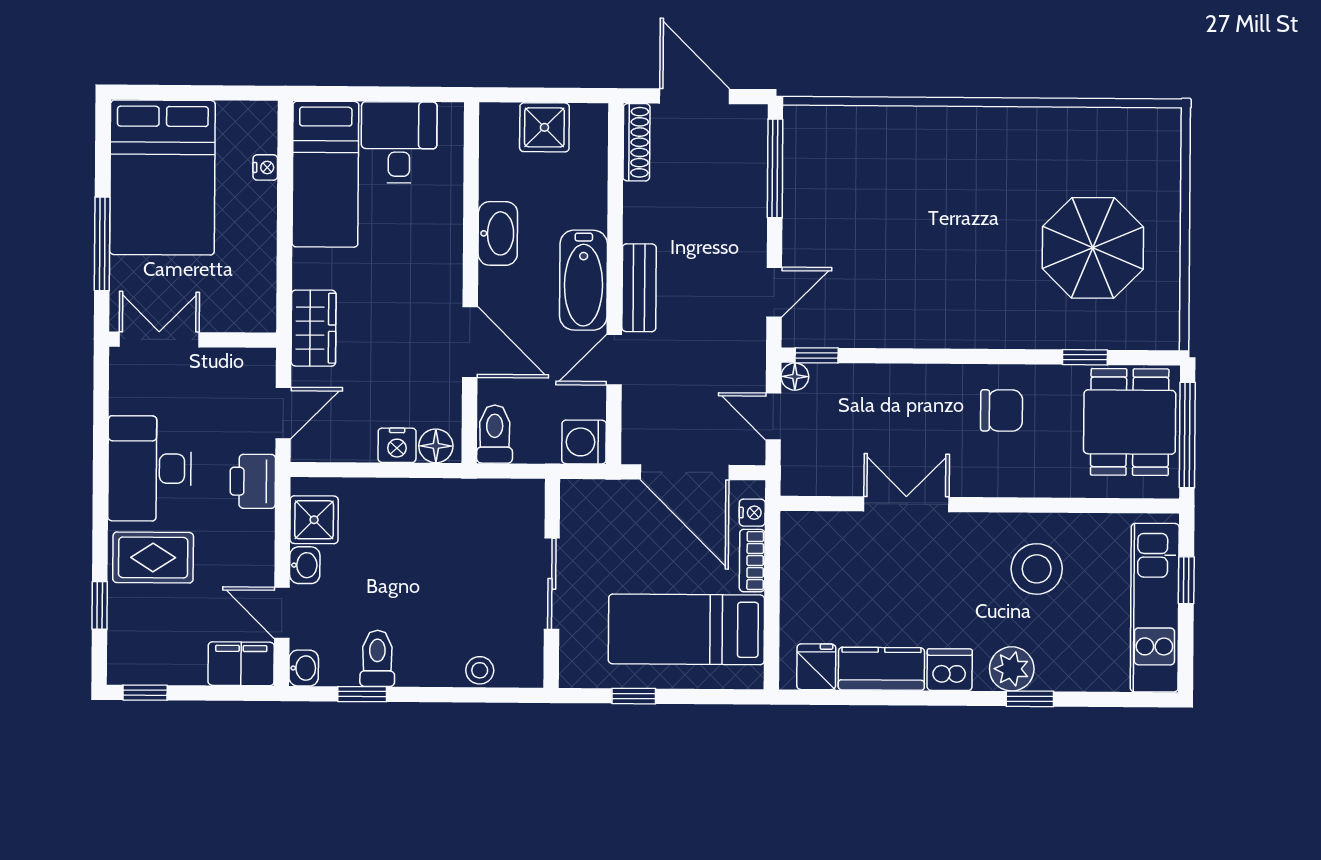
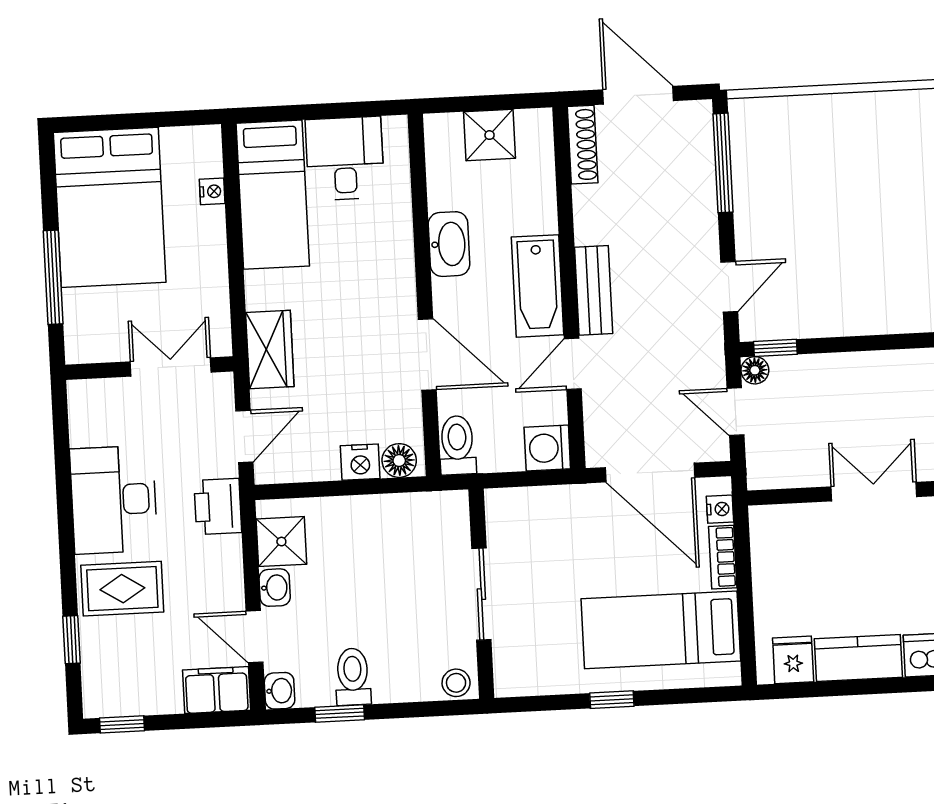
double door: (159, 339) -> (171, 367), moved
wall: (552, 583) -> (481, 594), moved
sliding door: (552, 584) -> (481, 594), moved

